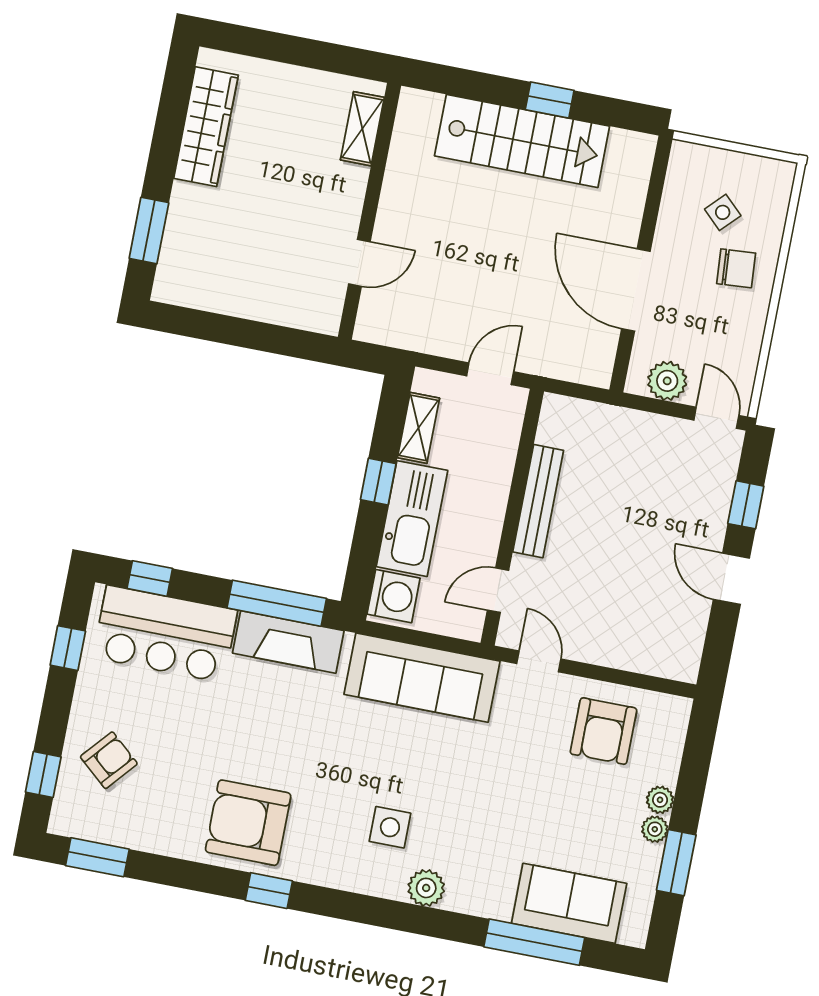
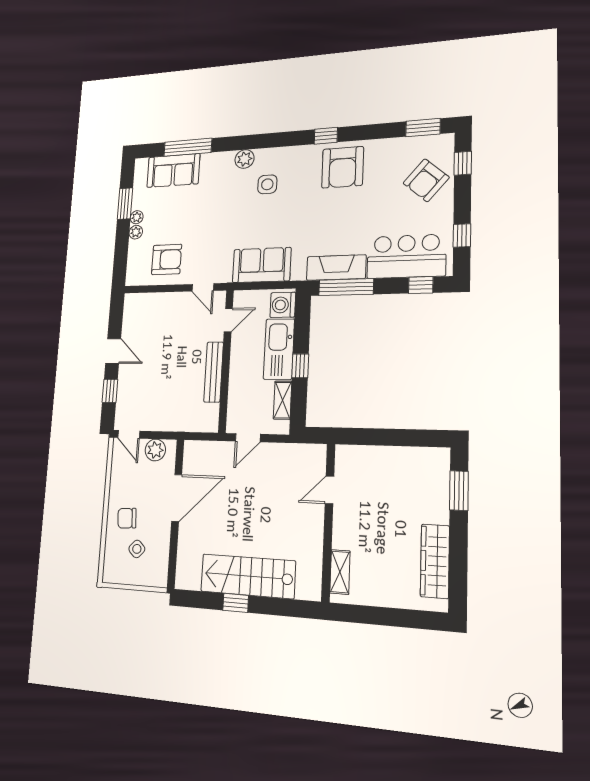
door: (636, 290) -> (177, 498), hinge flipped
sofa: (422, 678) -> (262, 265), width x0.73
armchair: (604, 731) -> (167, 259), turned 90
armchair: (109, 760) -> (426, 180), width x1.38, depth x1.38
armchair: (248, 823) -> (343, 167), turned 90

